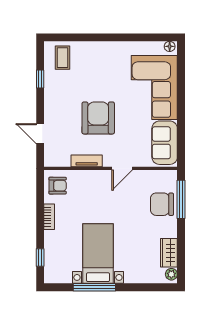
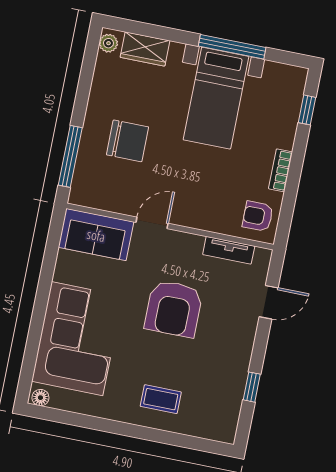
coffee table: (63, 58) -> (161, 399), moved, turned 90
door: (40, 134) -> (269, 302), hinge flipped
sofa: (165, 143) -> (96, 235), moved, turned 90
tv unit: (87, 161) -> (229, 250), moved
chair: (162, 204) -> (128, 141), moved
wardrobe: (169, 253) -> (145, 49), moved, turned 90

